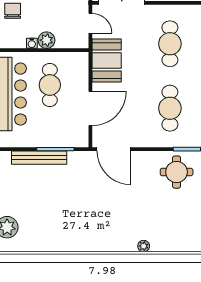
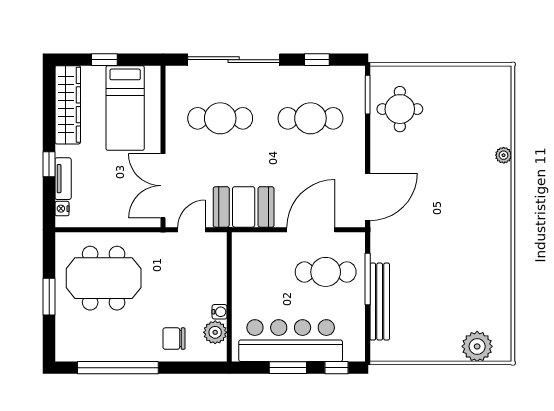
plant: (46, 40) -> (215, 332), moved
cafe table: (50, 85) -> (326, 272), moved
door: (90, 109) -> (311, 230), hinge flipped

